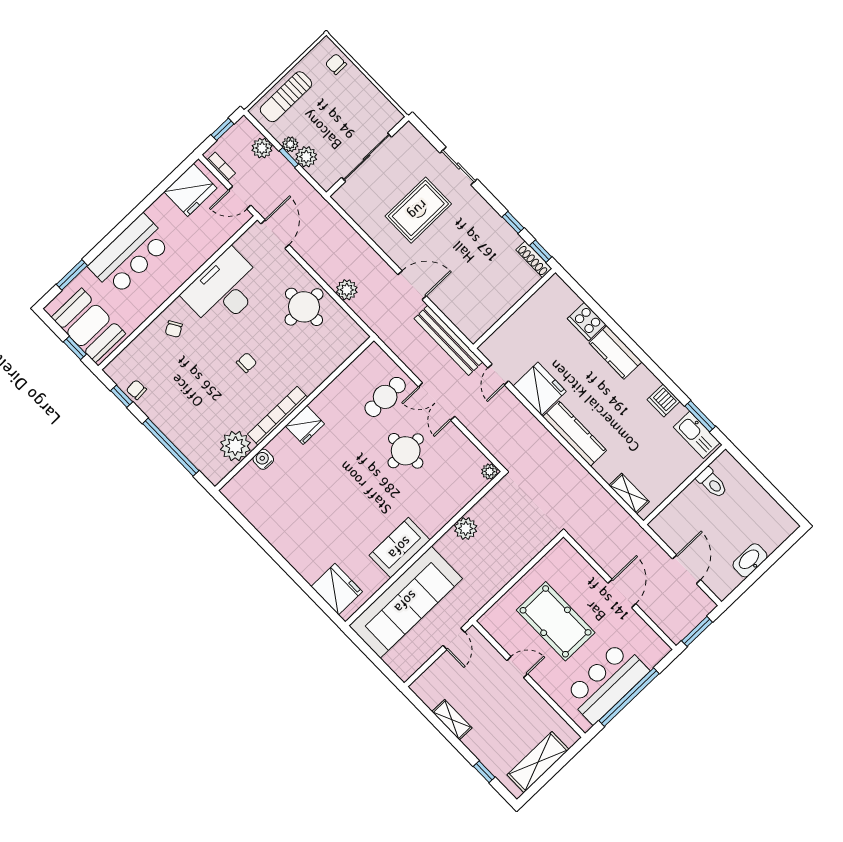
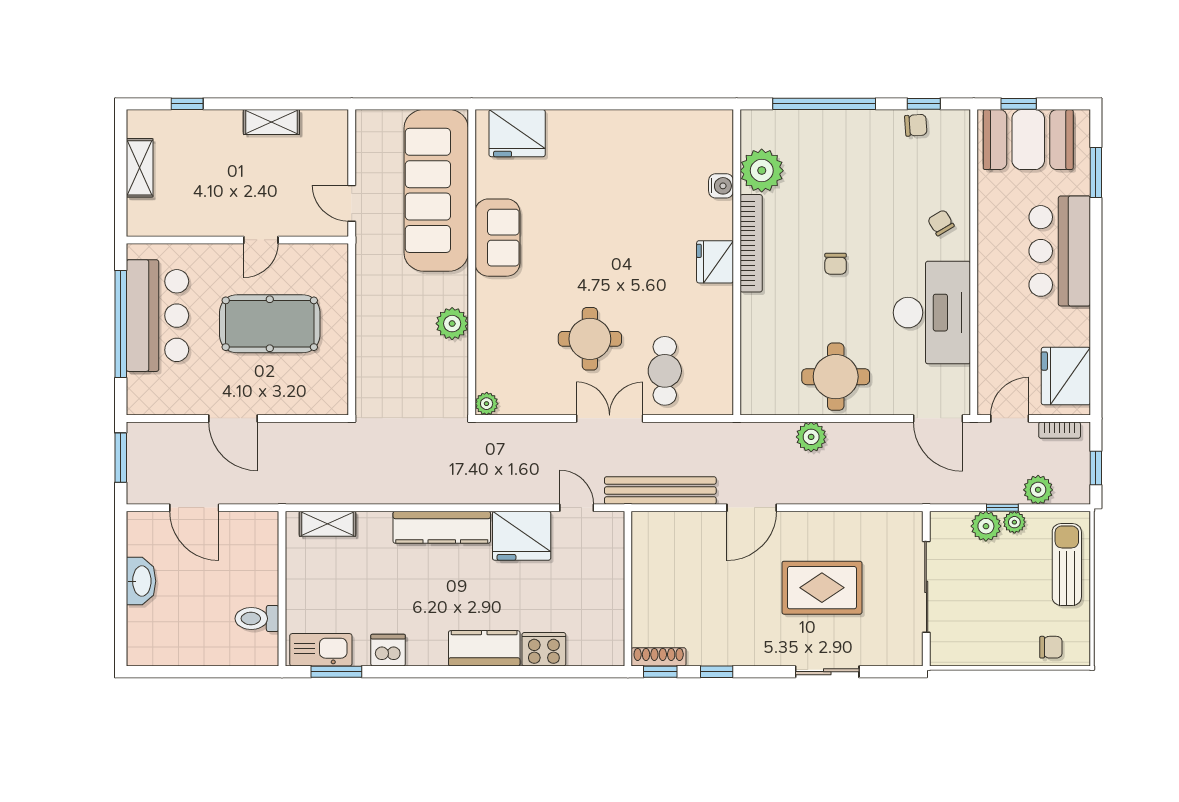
rug: (418, 210) -> (822, 588), turned 90
shelving: (538, 762) -> (140, 168), width x0.67, depth x0.75

